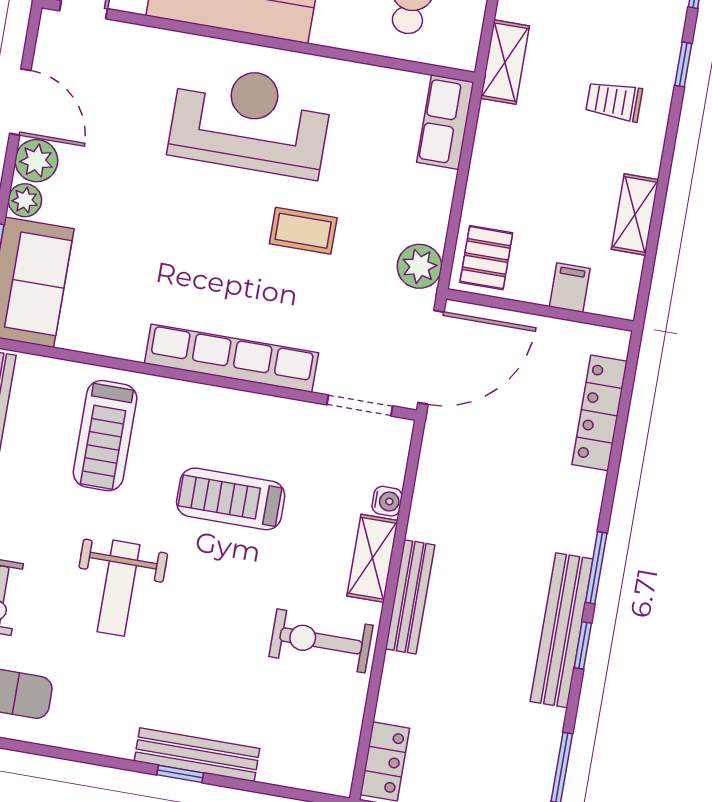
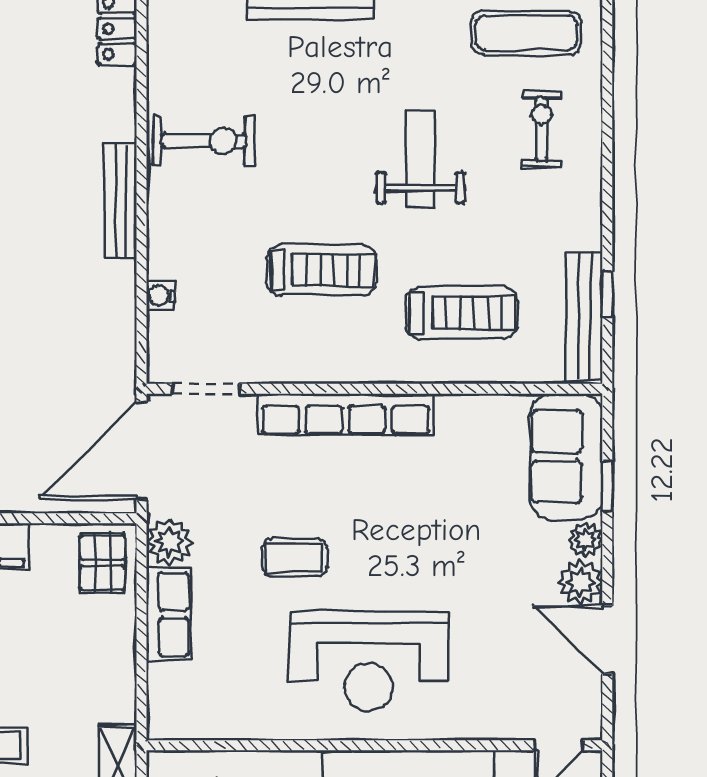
row of seats: (445, 122) -> (168, 614), moved
treadmill: (105, 436) -> (461, 313), turned 90
shelving: (372, 558) -> (166, 234), removed

